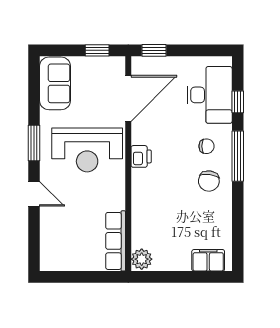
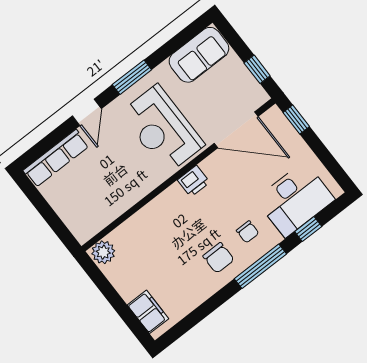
chair: (209, 181) -> (218, 258), turned -98
row of seats: (116, 241) -> (56, 158), moved, turned 180

